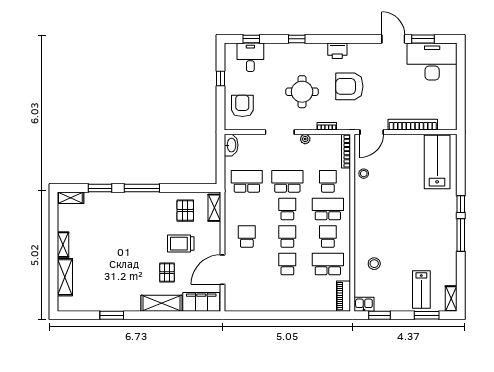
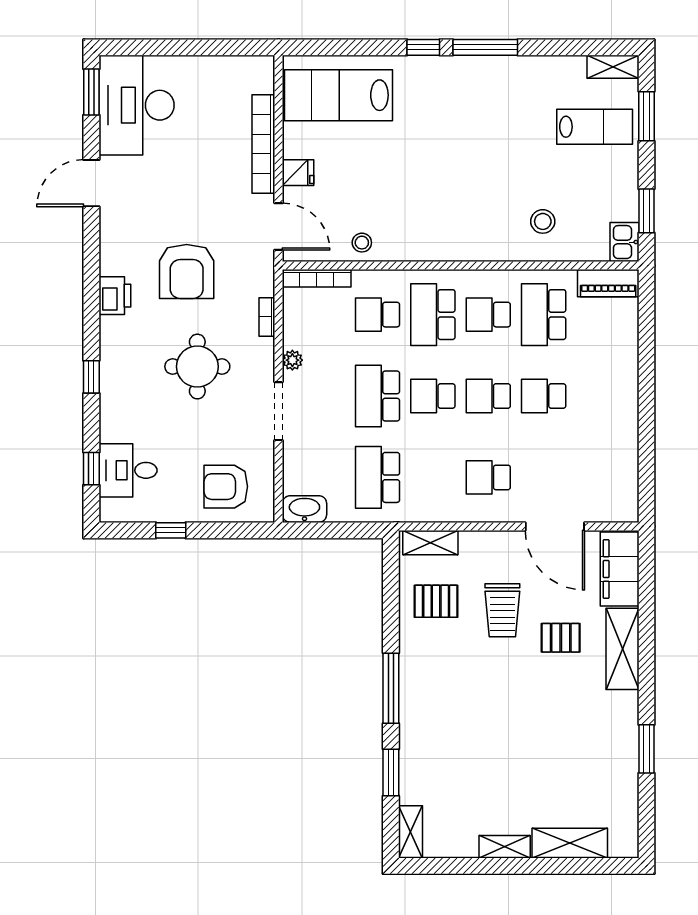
window: (423, 39) -> (91, 92), moved
fridge: (398, 142) -> (298, 173), added

